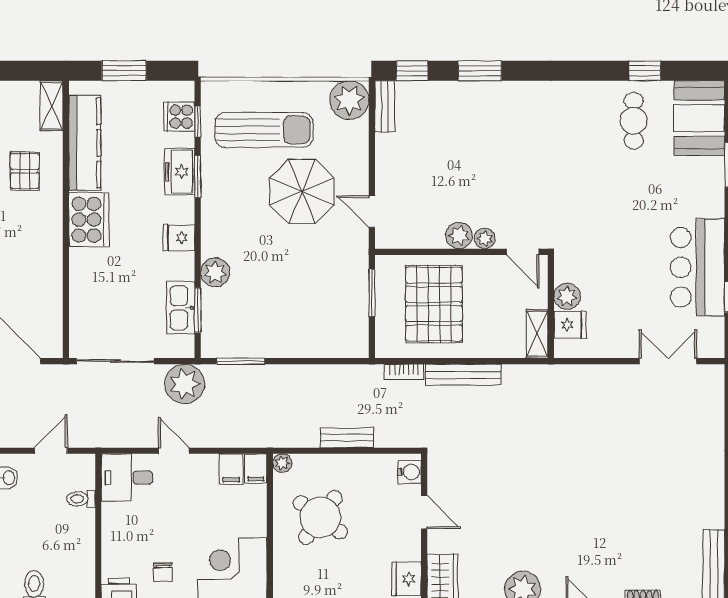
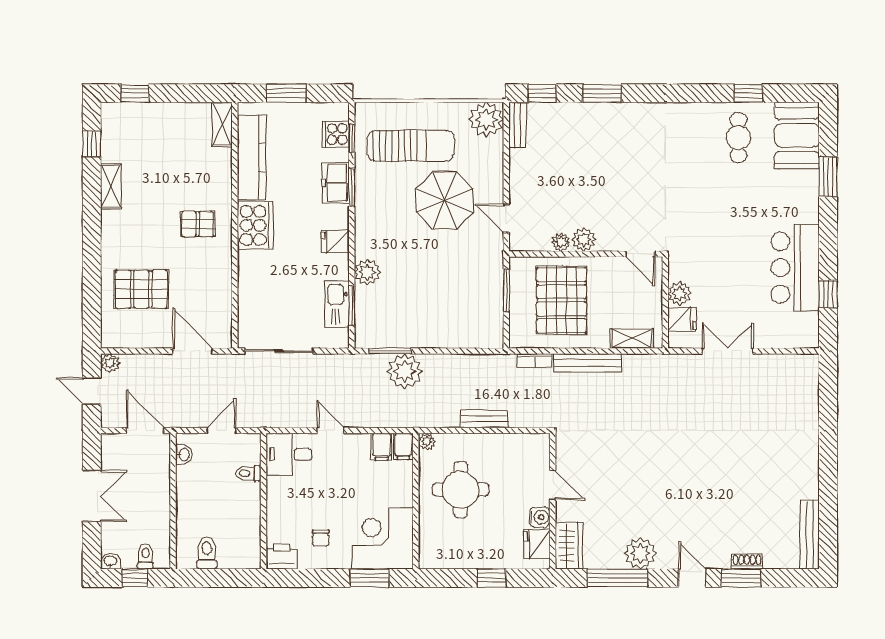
pallet: (25, 171) -> (198, 224), moved, turned 90
plant: (485, 239) -> (561, 242), moved
shelving: (537, 334) -> (632, 339), moved, turned 90
double door: (668, 361) -> (728, 351), moved
plant: (185, 384) -> (405, 371), moved
water cooler: (409, 472) -> (540, 517), moved
round table: (320, 517) -> (461, 490), turned -36

